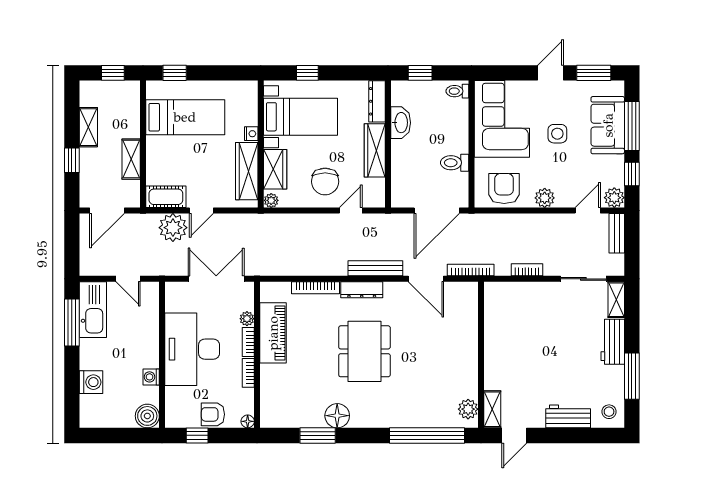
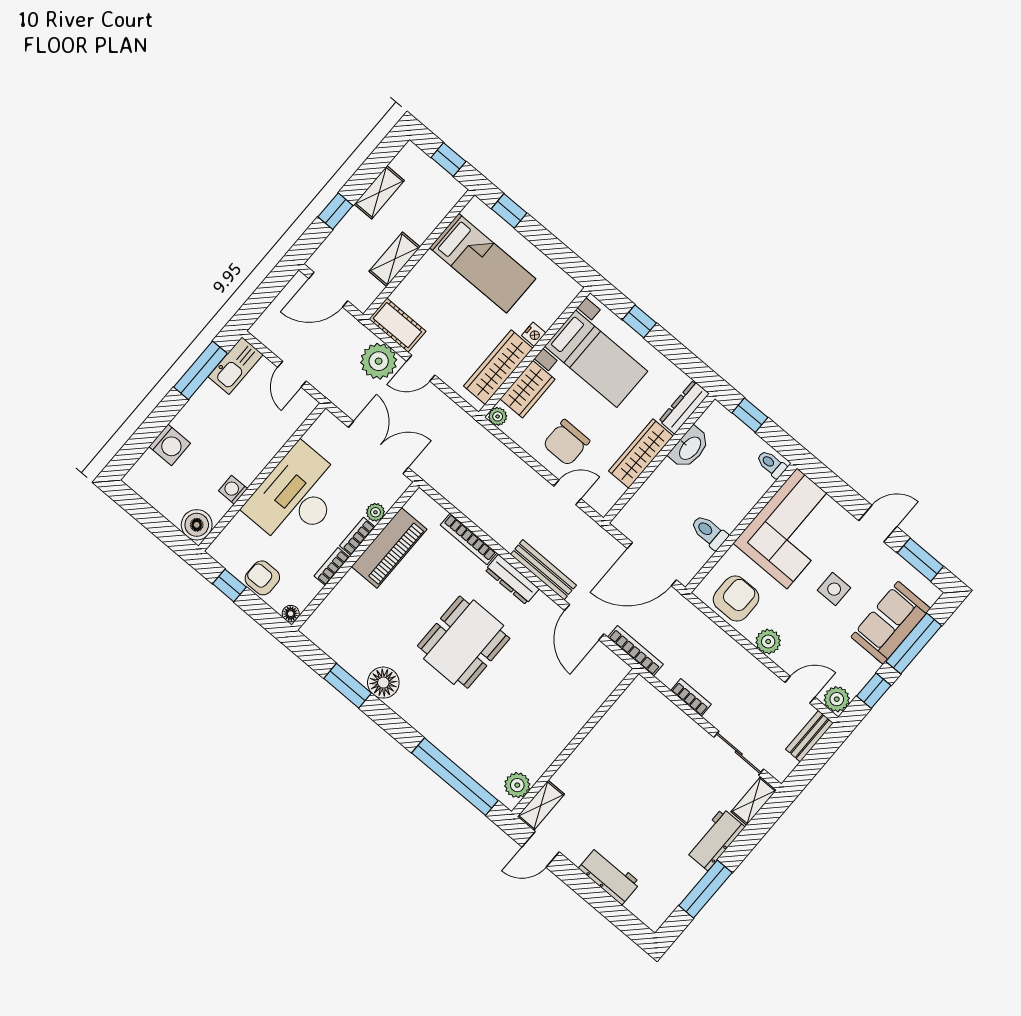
kitchen sink: (93, 310) -> (235, 366), width x0.73, depth x0.81
stool: (609, 412) -> (653, 905), removed

